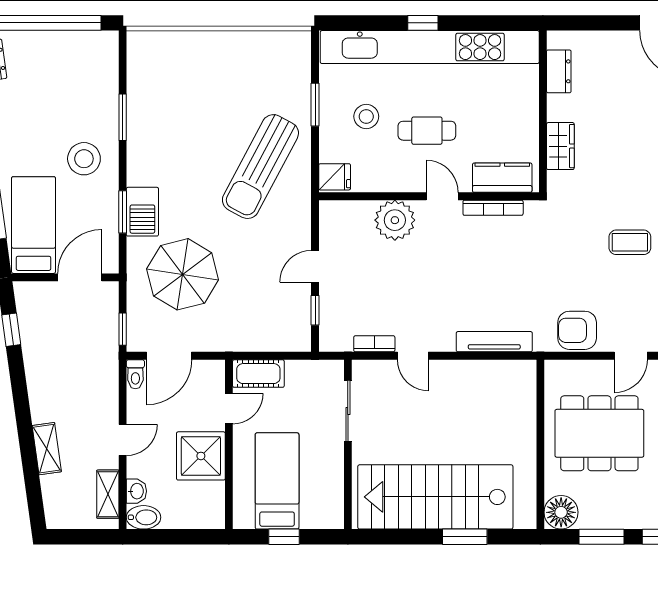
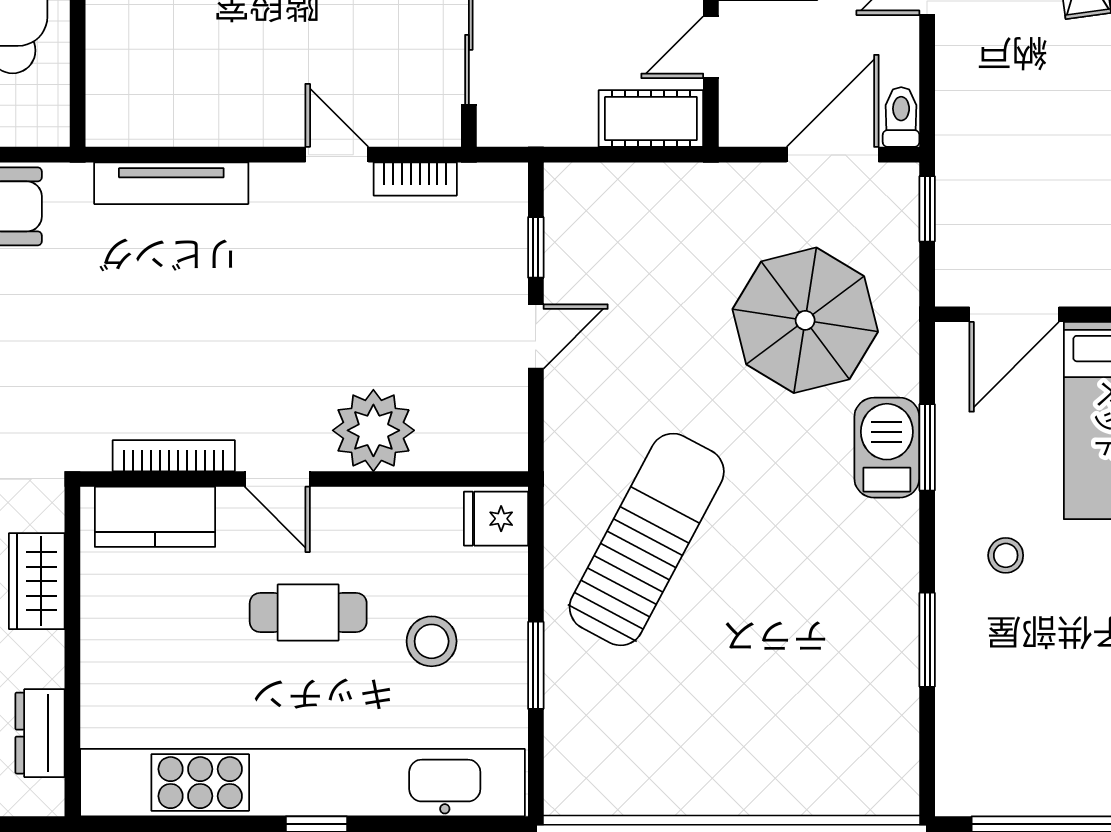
stool: (84, 159) -> (1006, 555), width x0.53, depth x0.53

